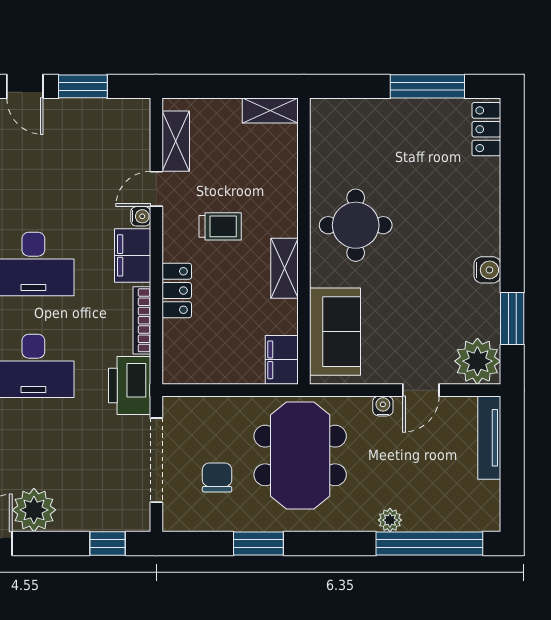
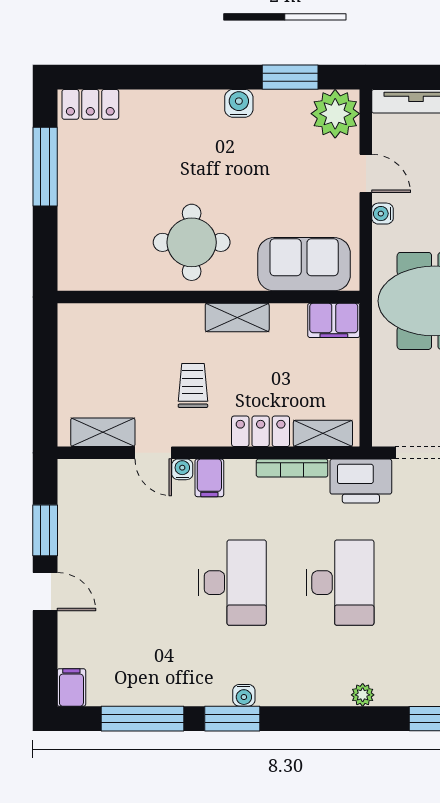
door: (25, 86) -> (45, 592), hinge flipped
shelving: (270, 110) -> (323, 433), moved, turned 90
filing cabinet: (133, 255) -> (209, 478), width x0.50

